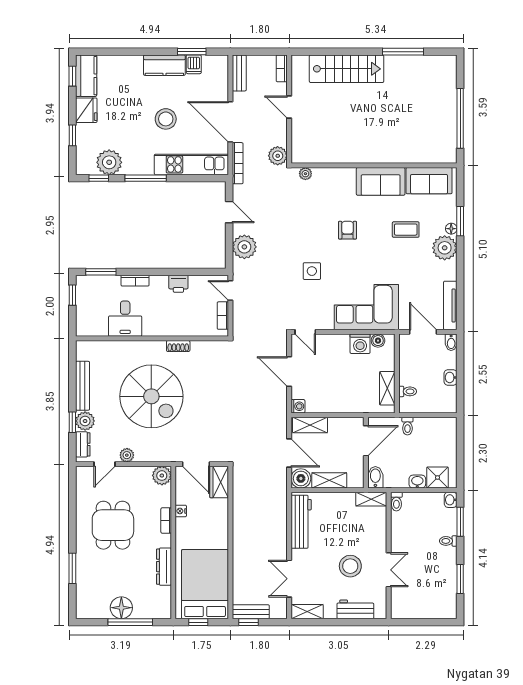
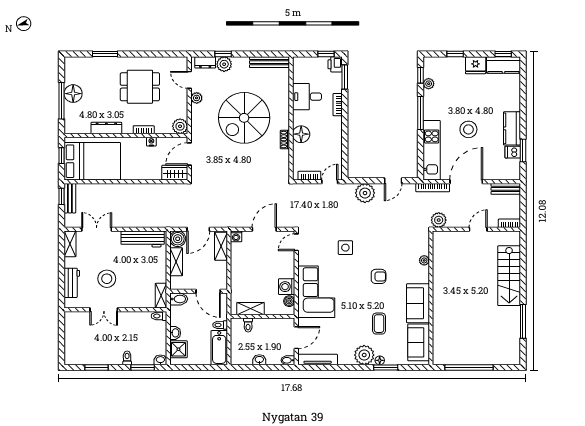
plant: (109, 162) -> (429, 84), width x0.53, depth x0.53
plant: (305, 174) -> (424, 260), moved
printer: (178, 284) -> (335, 64), moved
floor lamp: (172, 326) -> (301, 134), added
bench: (83, 386) -> (269, 62), moved
bathtub: (436, 427) -> (219, 348), added

